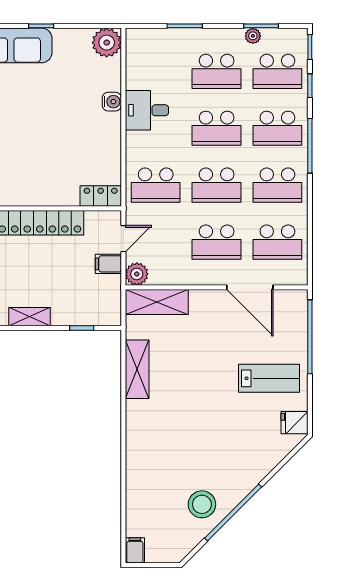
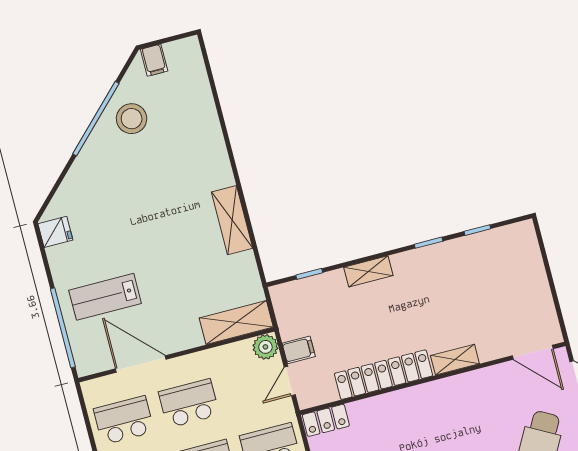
shelving: (137, 369) -> (232, 220), moved
lab bench: (269, 378) -> (105, 297), moved
filing cabinet: (135, 550) -> (154, 60), moved

